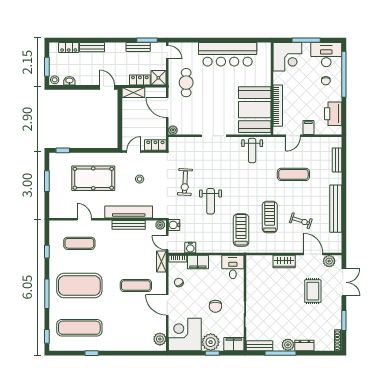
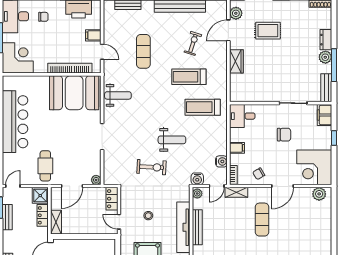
cafe table: (186, 83) -> (45, 166), turned 90
filing cabinet: (198, 262) -> (237, 148), width x0.50
plant: (211, 342) -> (322, 140), removed

